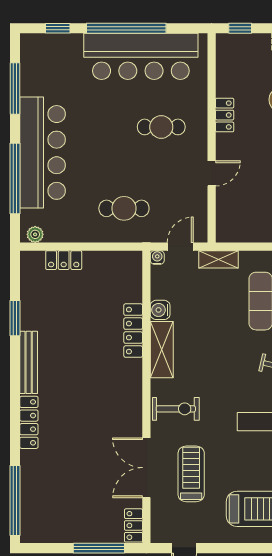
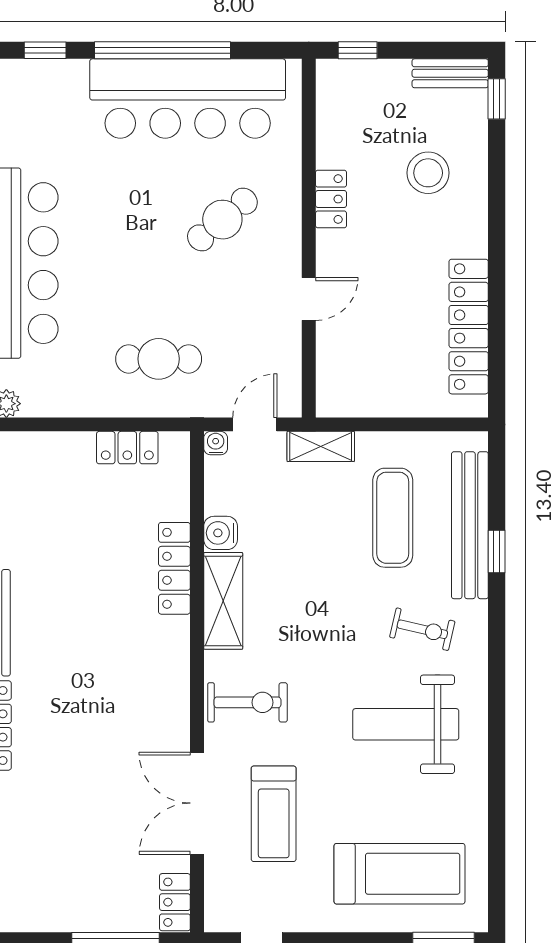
cafe table: (161, 127) -> (222, 220), turned -40
locker: (64, 260) -> (127, 448), moved
treadmill: (191, 474) -> (274, 814), turned 180

